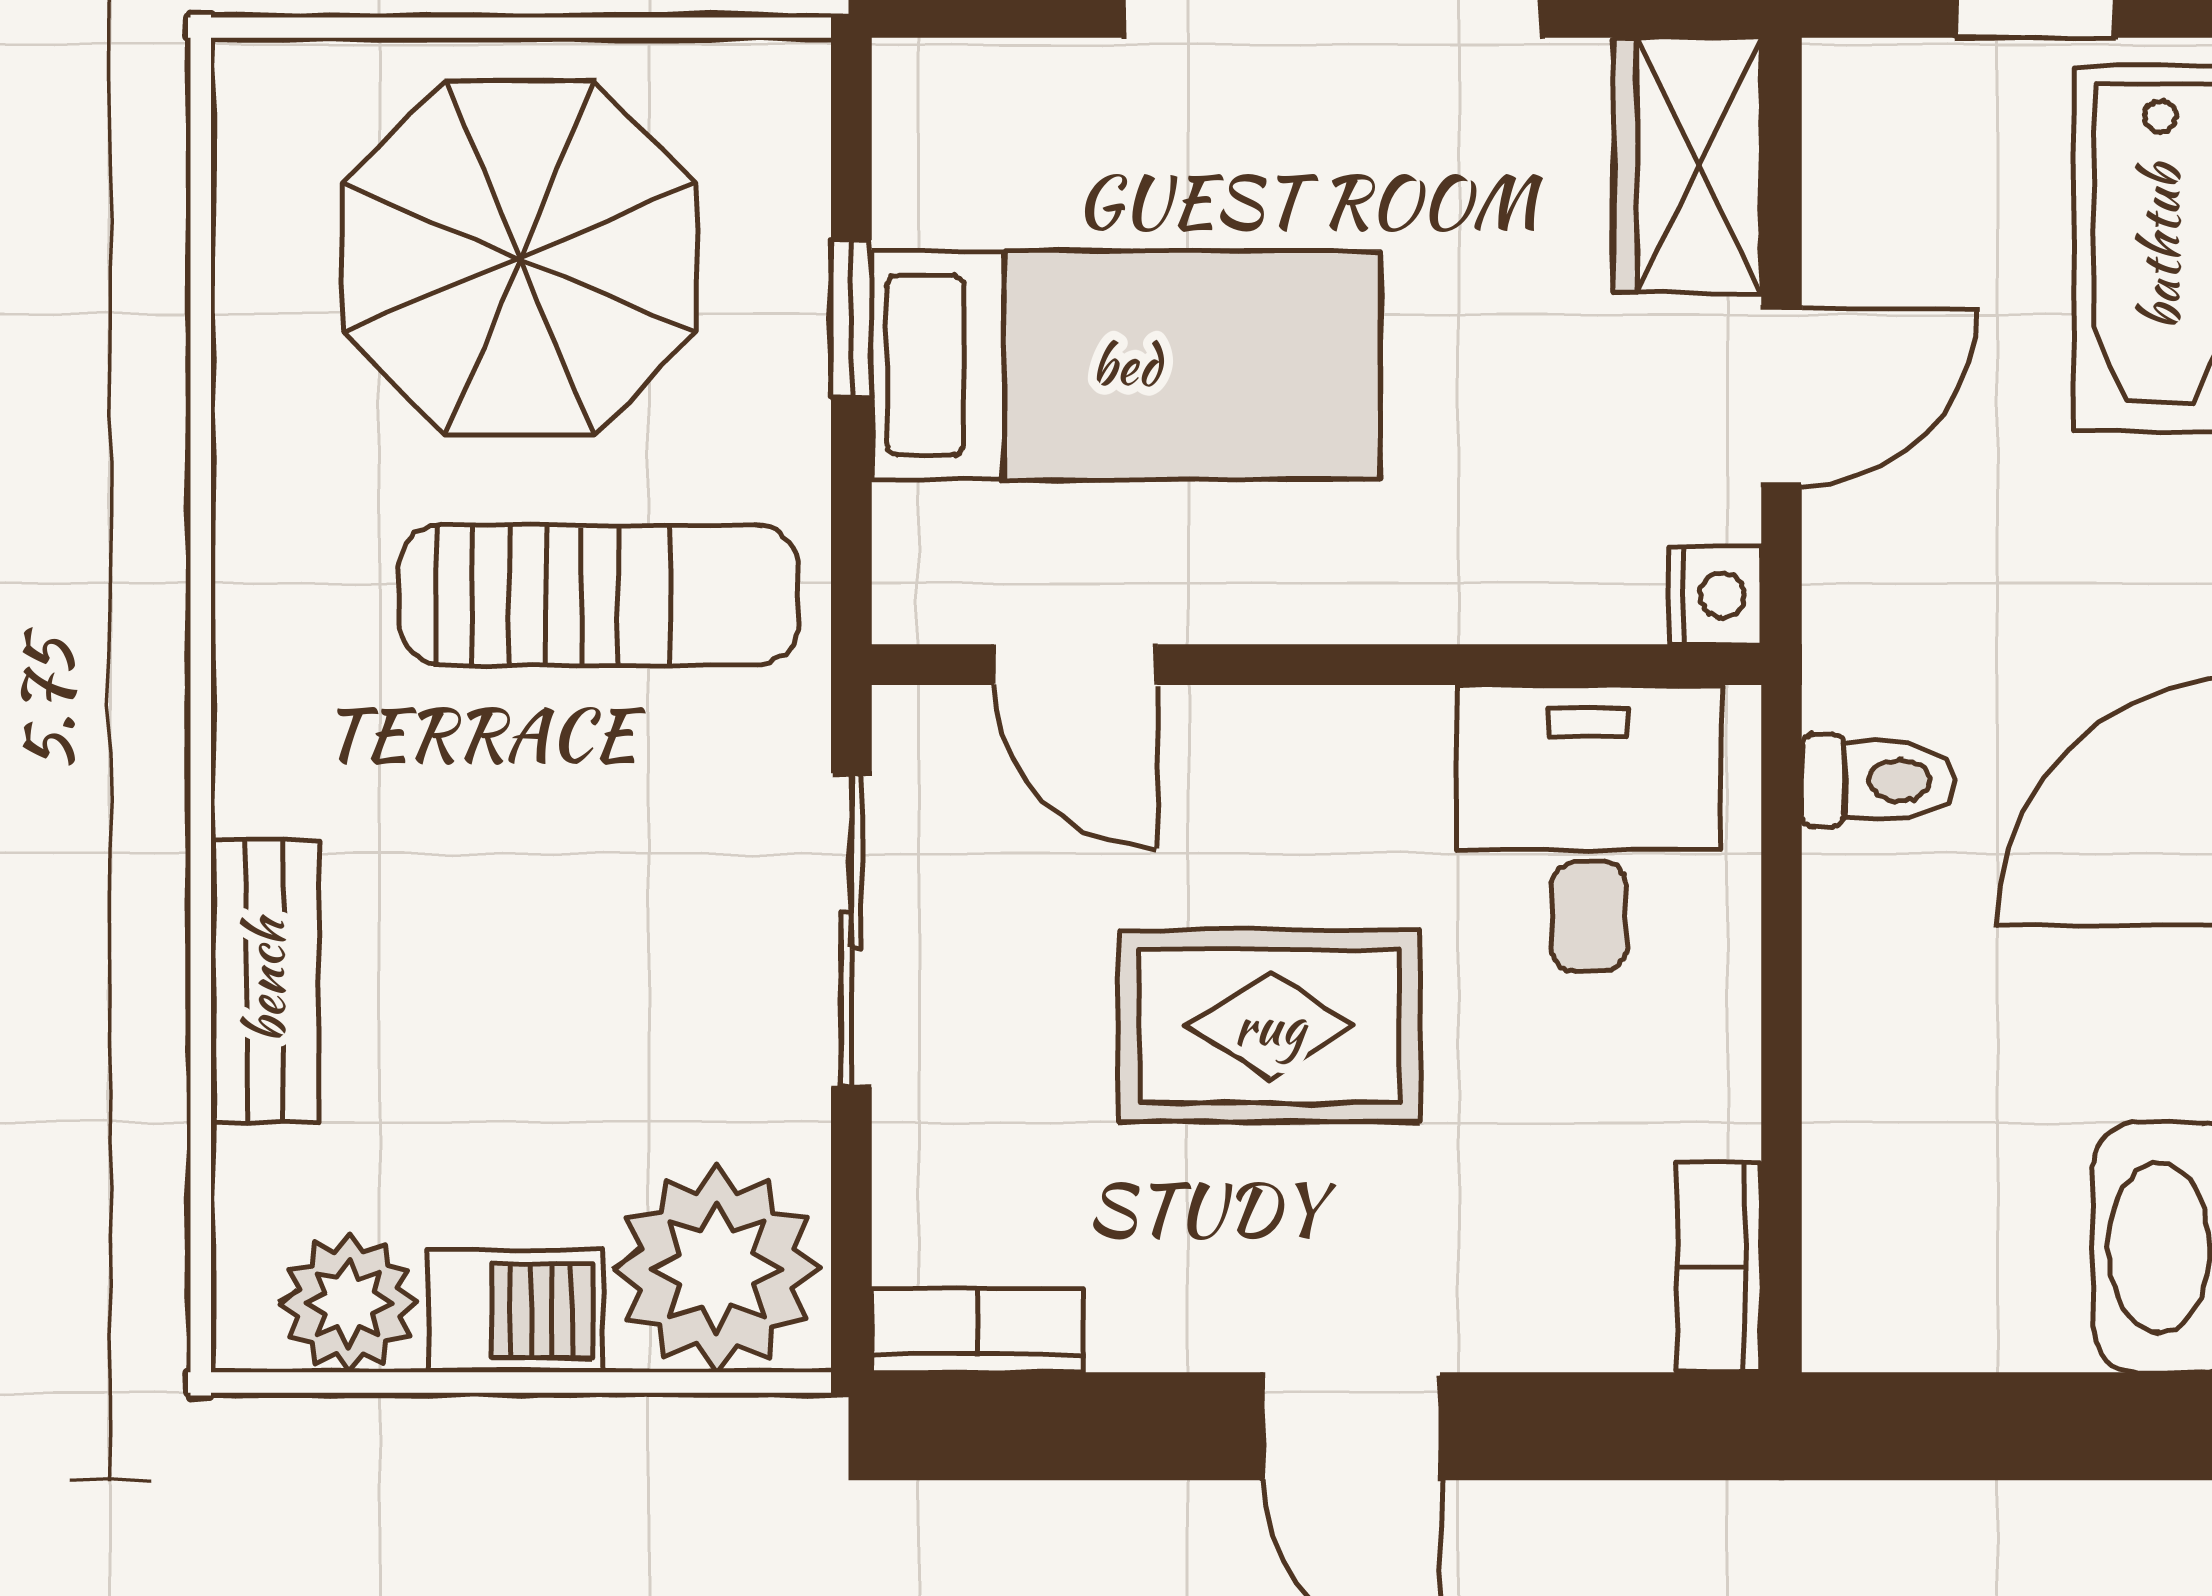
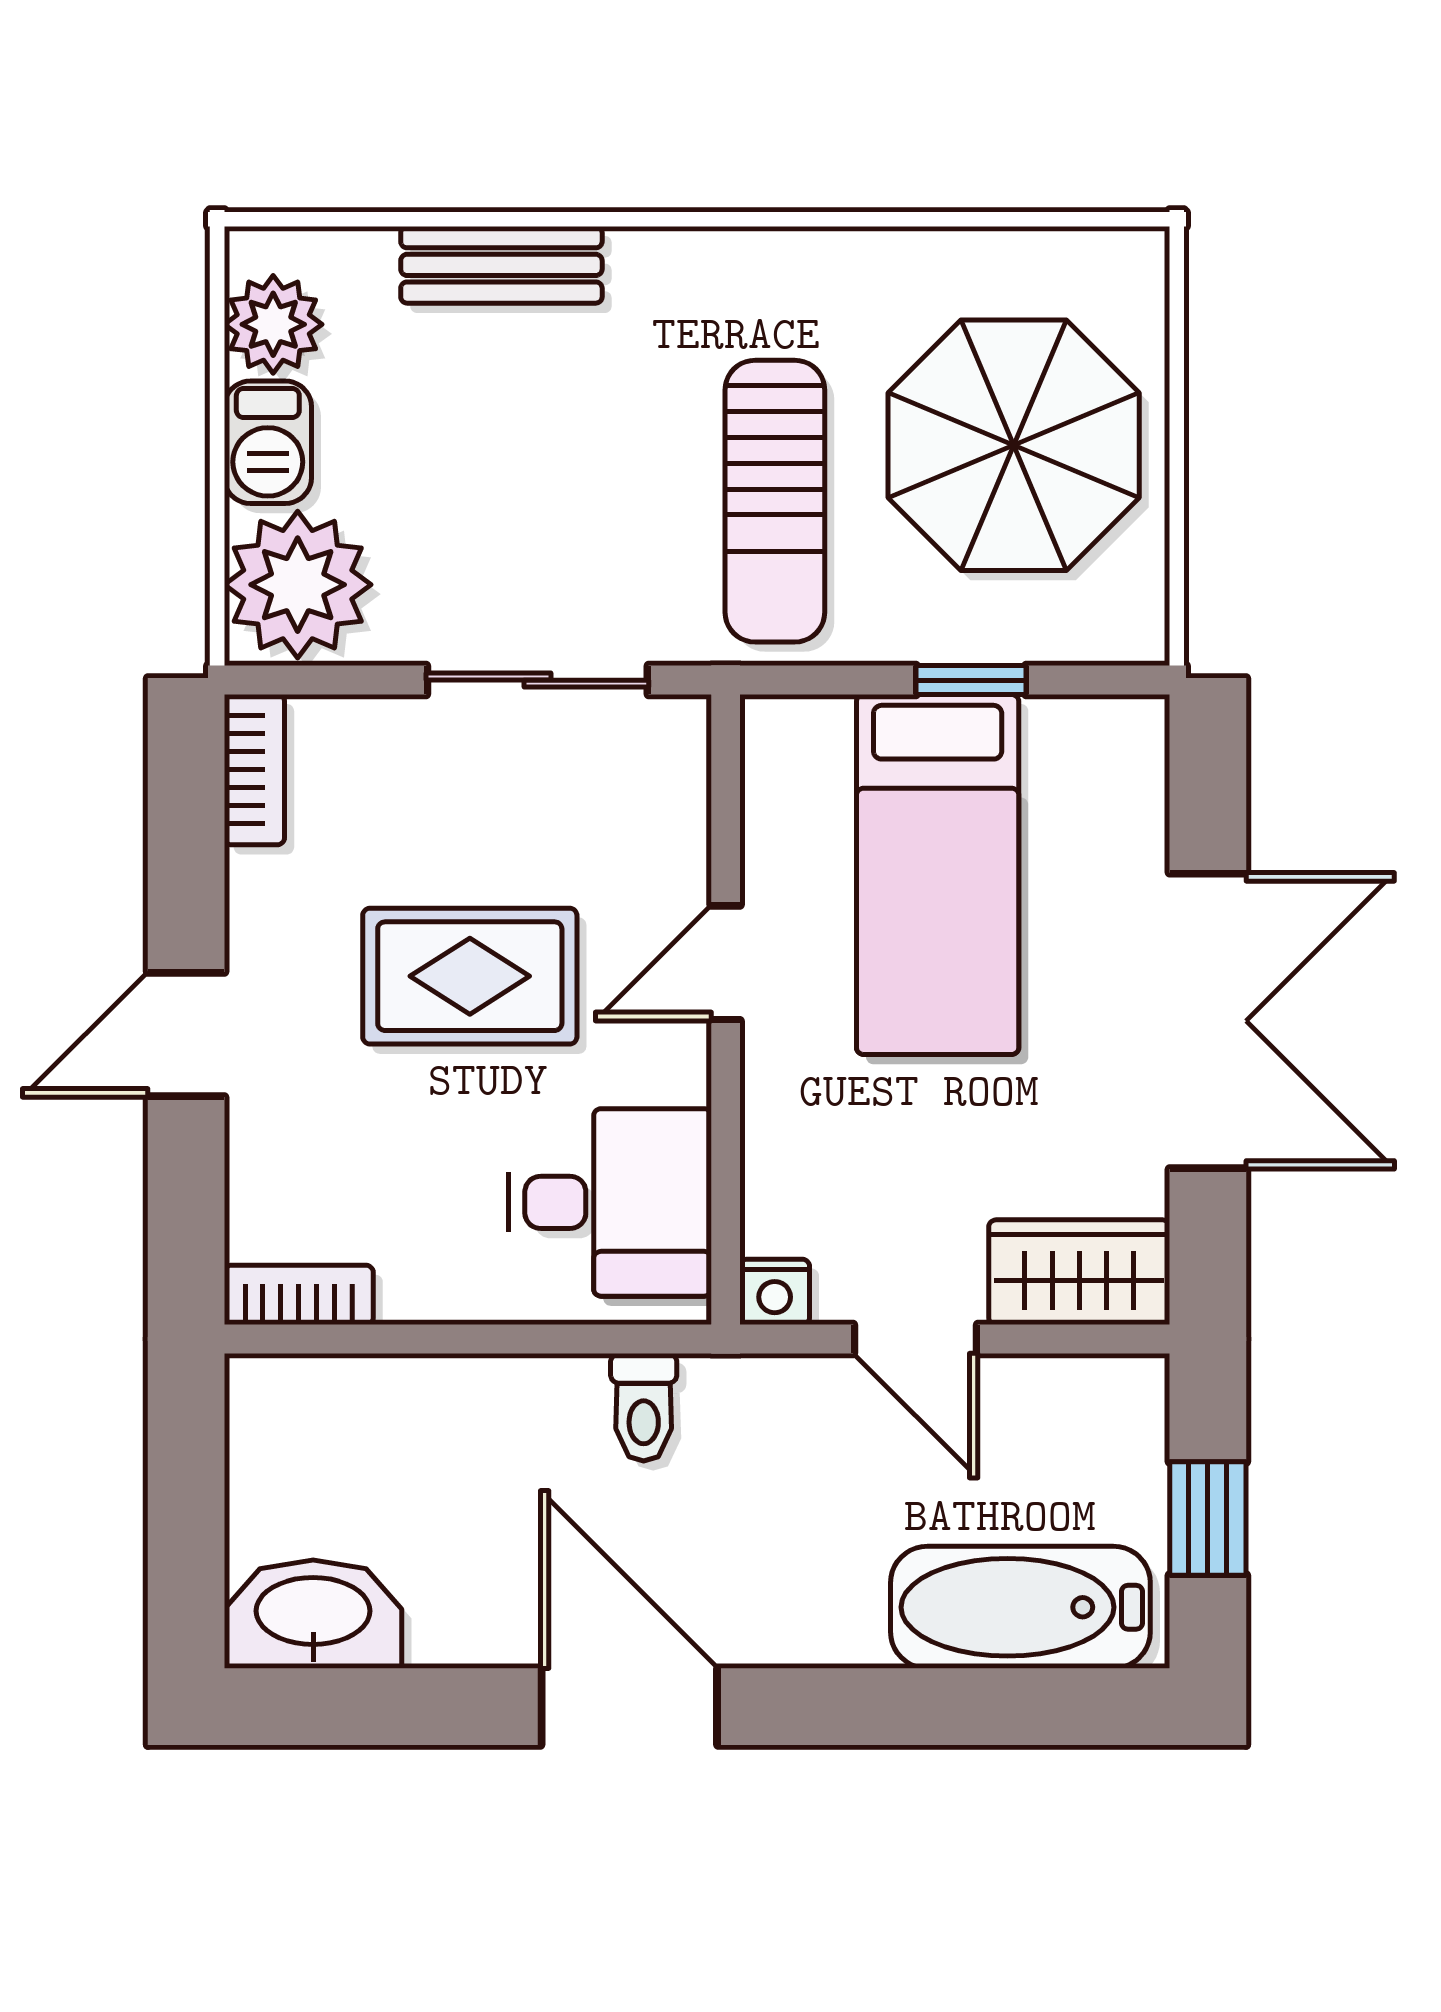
door: (1076, 665) -> (726, 963), moved
rug: (1269, 1026) -> (470, 976), turned 90

